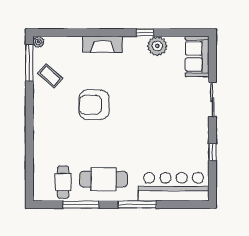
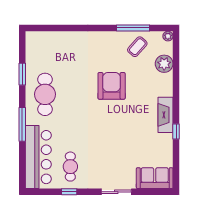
fireplace: (102, 44) -> (166, 115), moved
plant: (157, 46) -> (164, 64), moved
window: (29, 63) -> (133, 28), moved
cafe table: (63, 182) -> (70, 167), moved, turned 90
window: (81, 205) -> (22, 74), width x0.69

